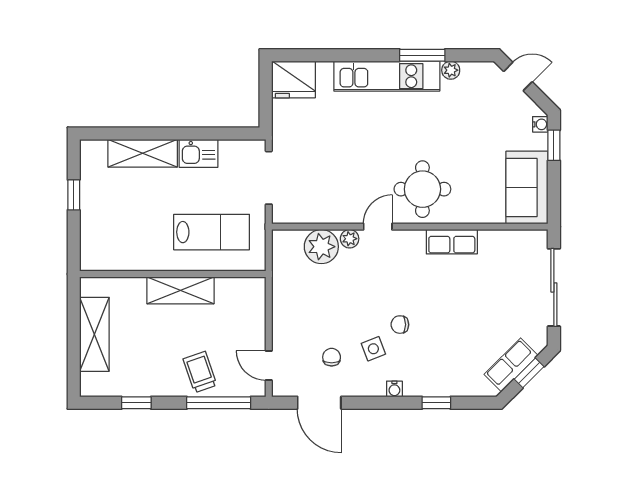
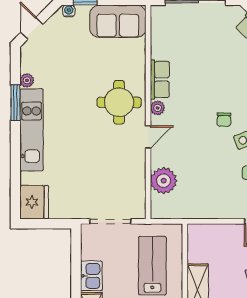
door: (378, 227) -> (148, 137), swing flipped
plant: (350, 239) -> (158, 108), moved

